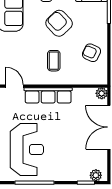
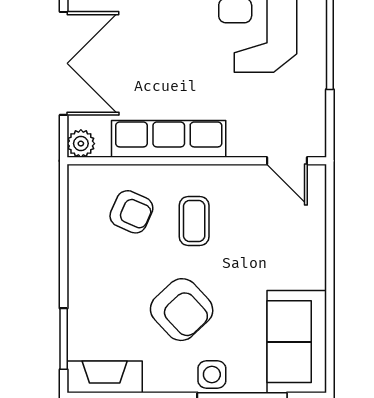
armchair: (91, 53) -> (131, 212), moved
row of seats: (48, 95) -> (169, 139), moved

